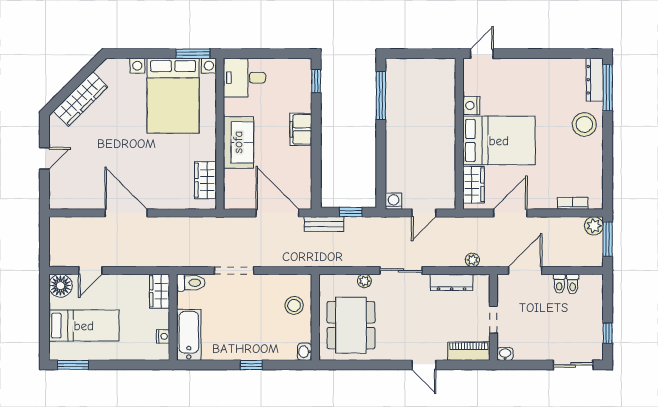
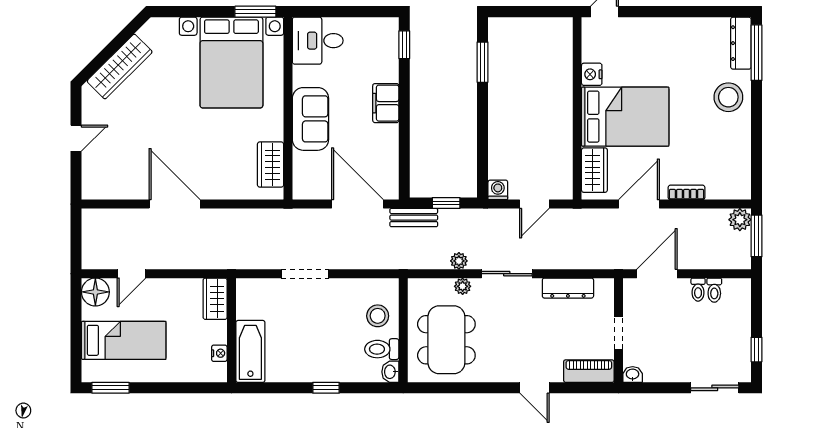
window: (381, 95) -> (483, 62), width x0.69
bookcase: (573, 203) -> (687, 192), moved
plant: (472, 260) -> (459, 261), moved
toilet: (191, 283) -> (382, 349), moved, turned 180

